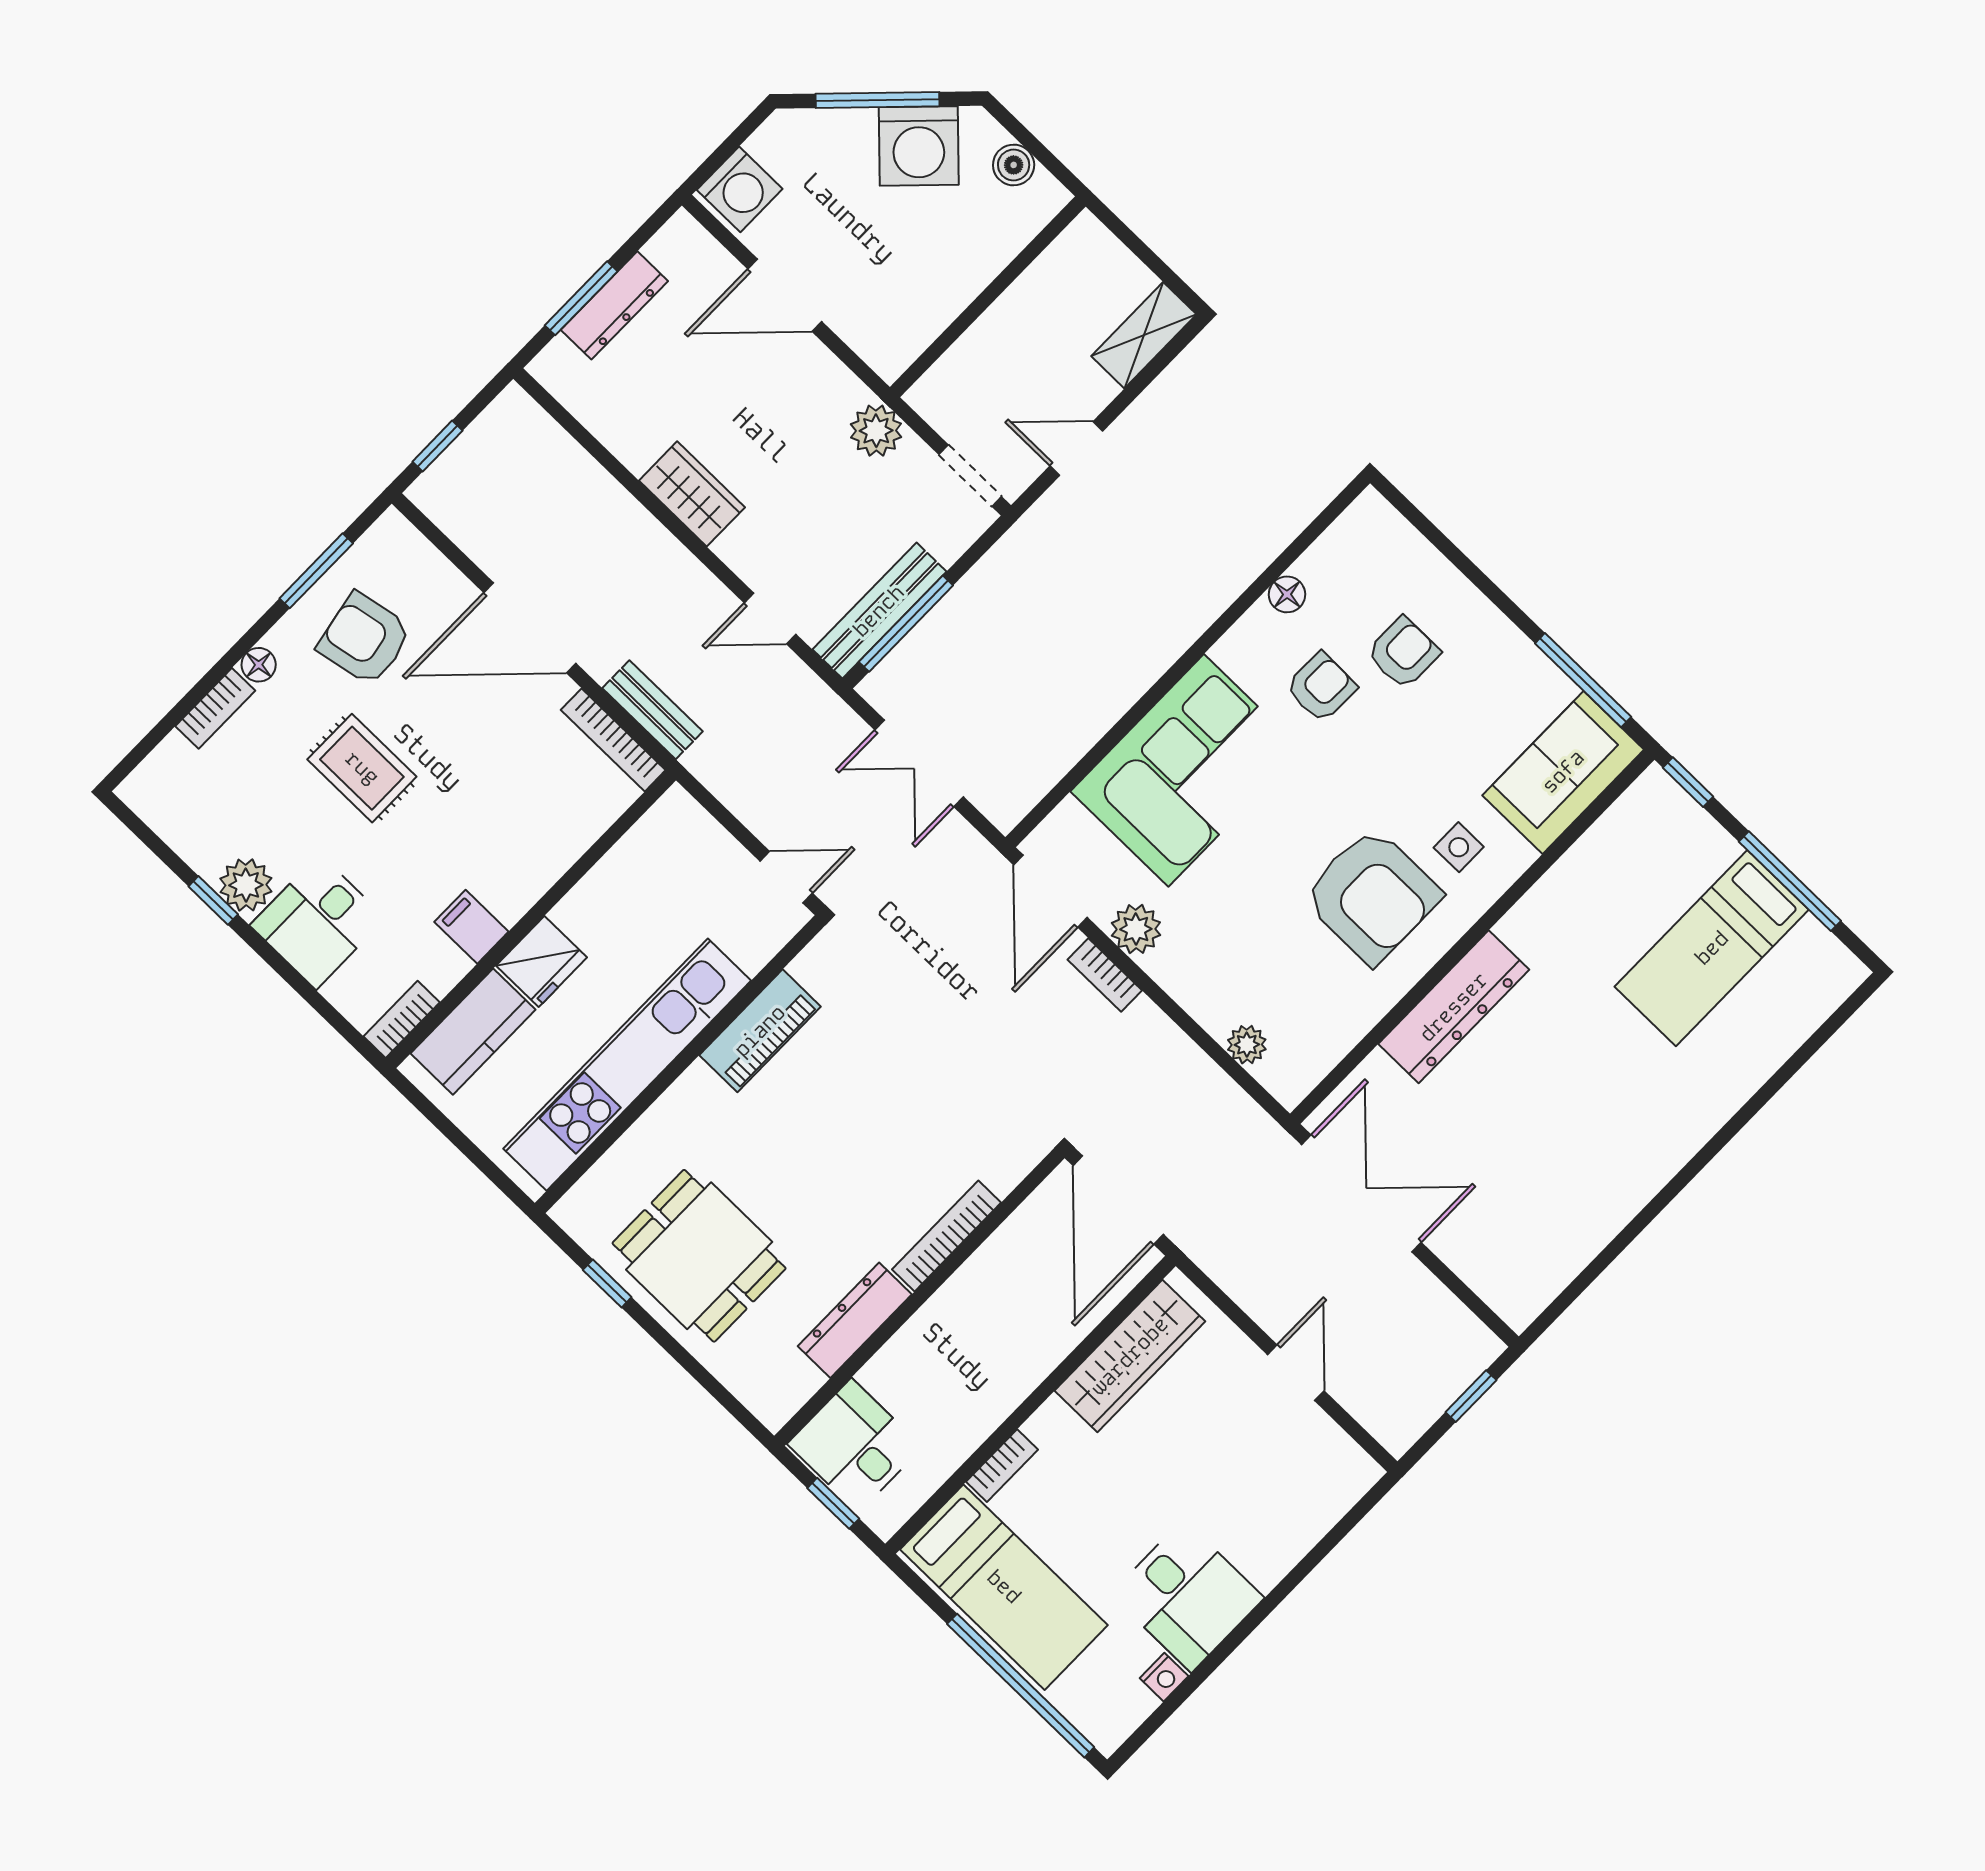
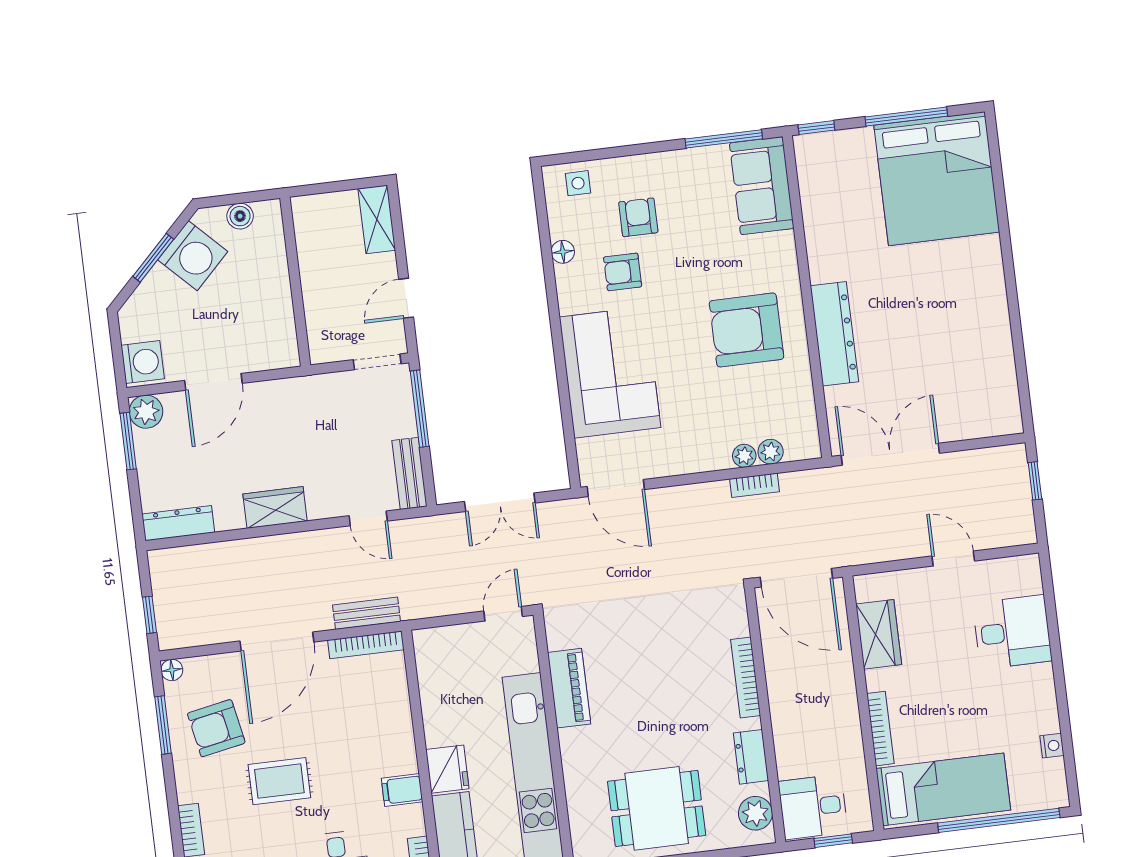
window: (877, 100) -> (153, 258), width x0.69
window: (581, 298) -> (128, 441), moved
dresser: (614, 305) -> (178, 523), moved, turned -90
plant: (876, 431) -> (146, 412), moved
bench: (879, 611) -> (409, 473), width x0.73
door: (770, 619) -> (368, 518), hinge flipped
window: (906, 624) -> (420, 409), moved
floor lamp: (259, 665) -> (172, 670), moved
armchair: (1321, 687) -> (623, 272), turned -91
side table: (1459, 847) -> (578, 183), moved
armchair: (1372, 896) -> (746, 330), turned 180
plant: (1136, 929) -> (744, 456), moved, width x0.73, depth x0.73
bed: (1712, 948) -> (937, 179), width x2.04
bookcase: (1105, 975) -> (754, 485), moved
dresser: (855, 1320) -> (751, 757), width x0.70
wardrobe: (1130, 1356) -> (879, 634), width x0.67
plant: (790, 1381) -> (755, 813), added
bookcase: (1002, 1466) -> (880, 729), width x1.56
desk: (1187, 1596) -> (1012, 632), moved

